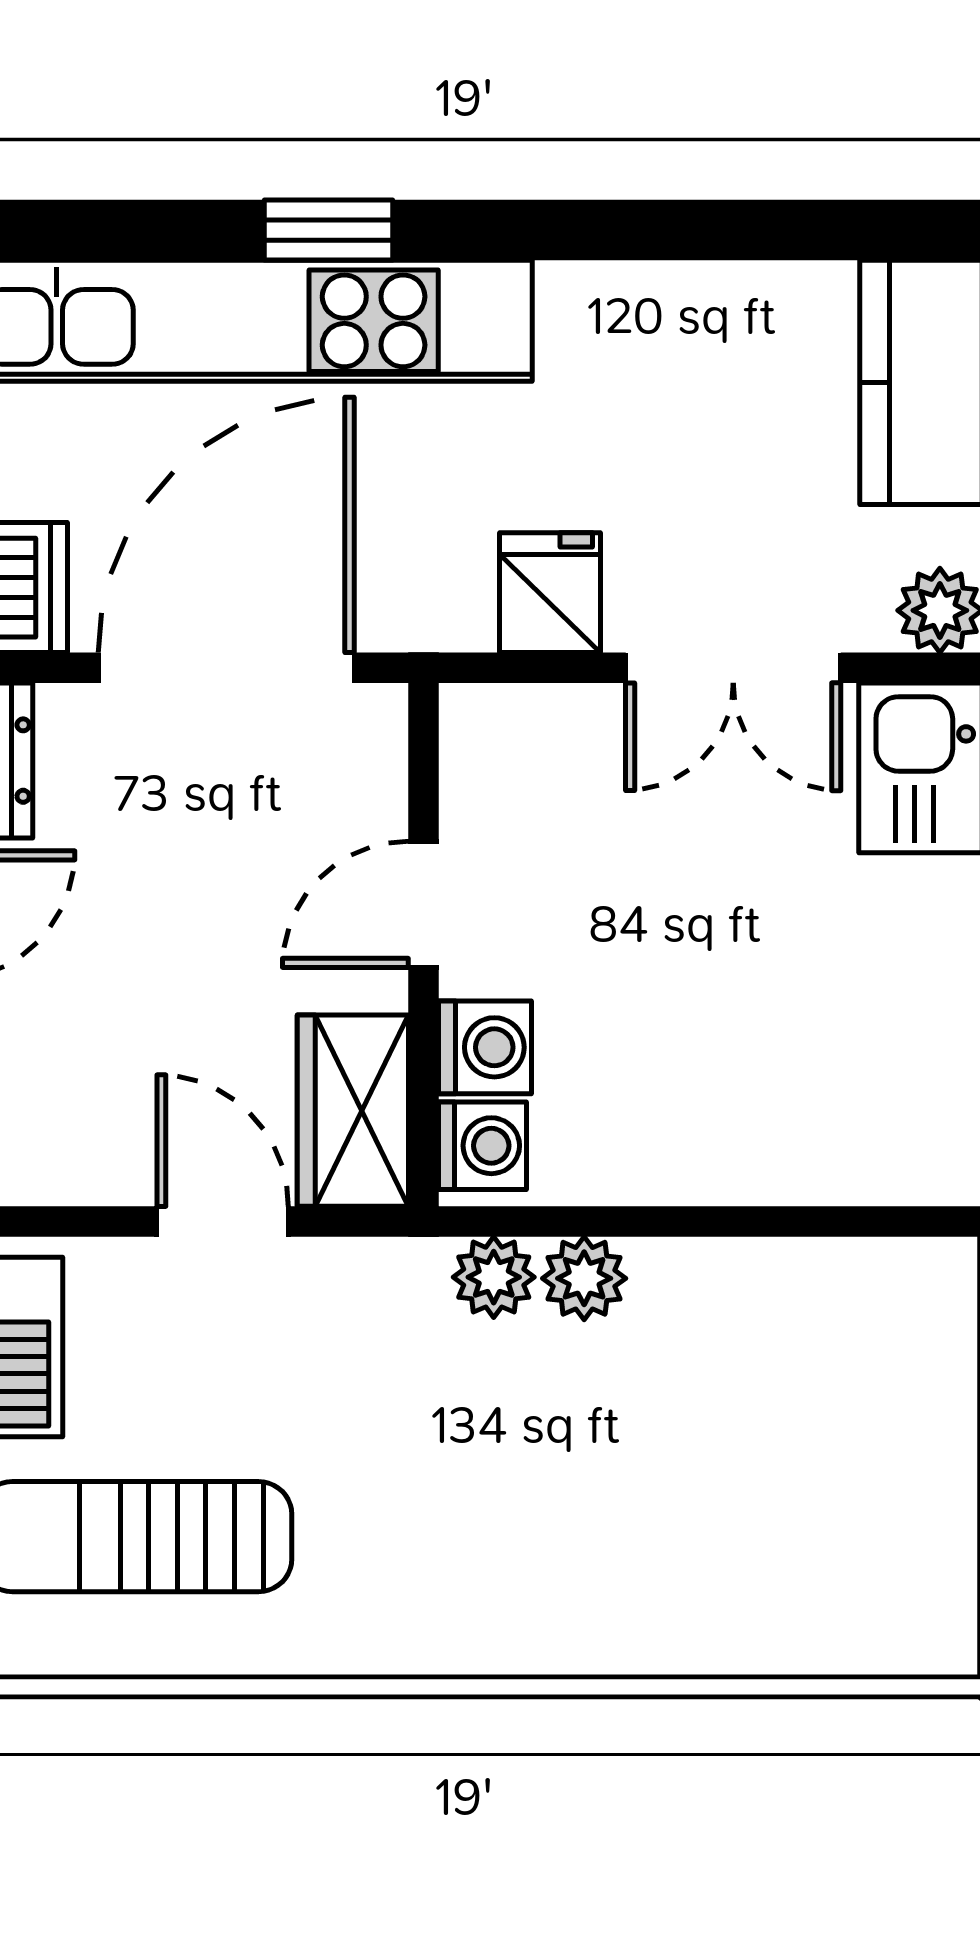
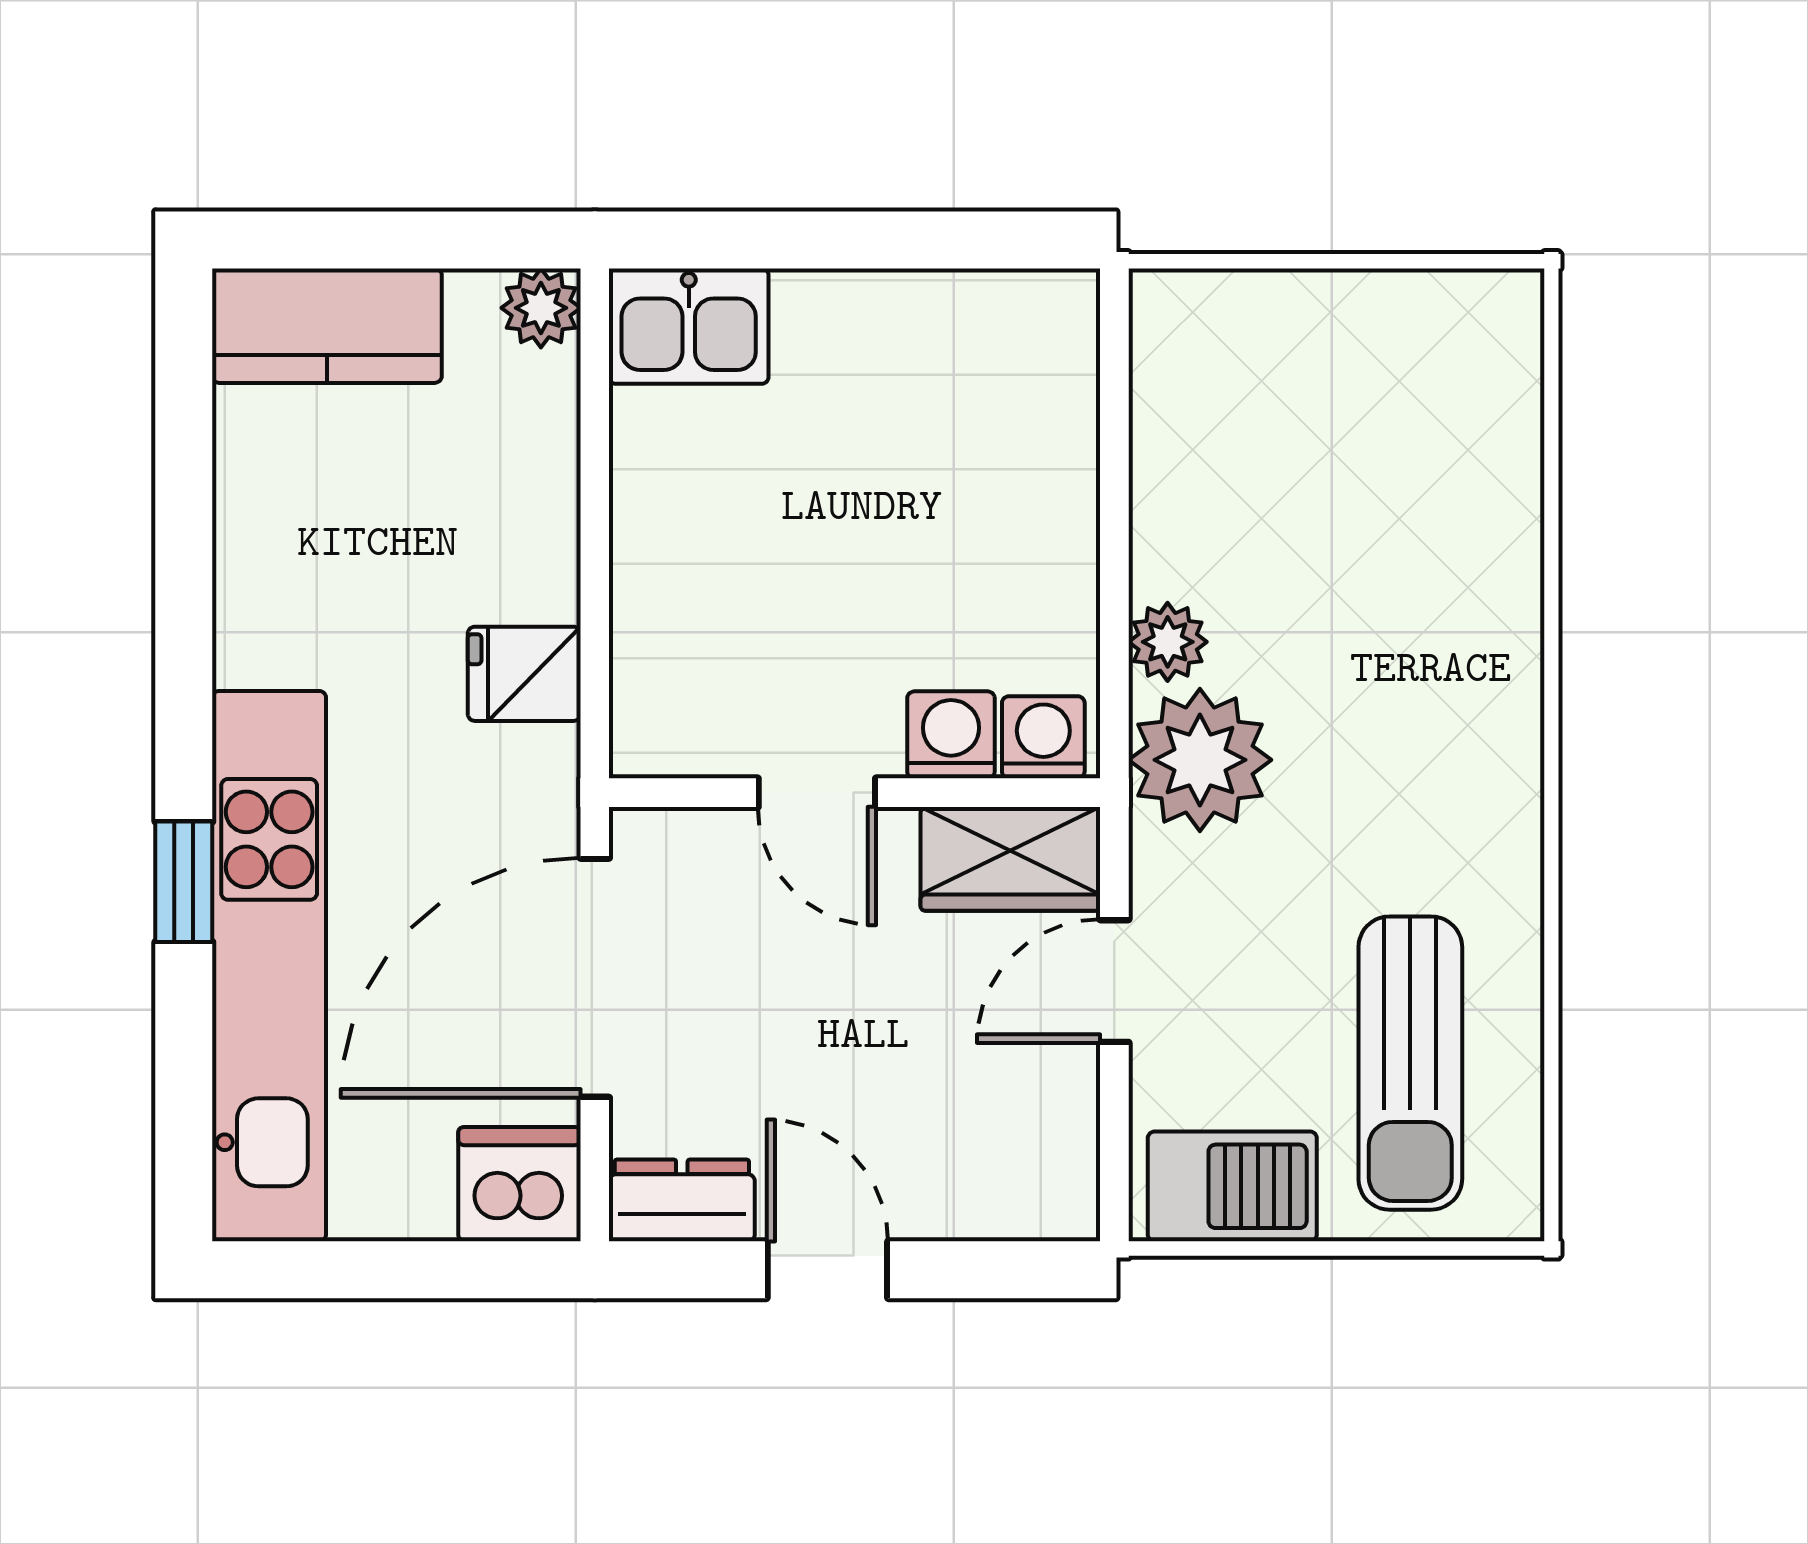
door: (226, 668) -> (595, 978), hinge flipped
double door: (733, 668) -> (595, 502), removed
plant: (494, 1277) -> (1200, 760), width x1.88, depth x1.88

